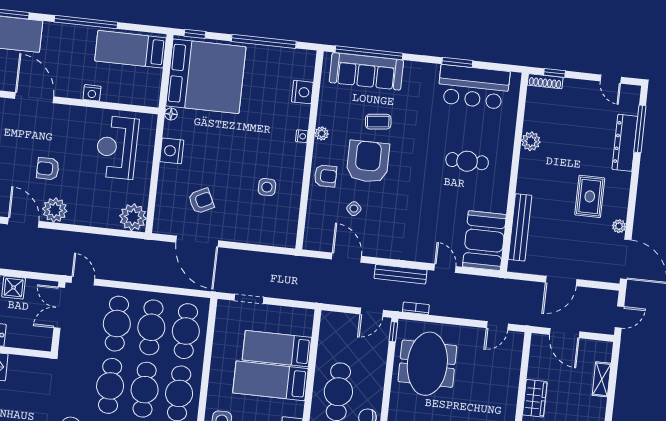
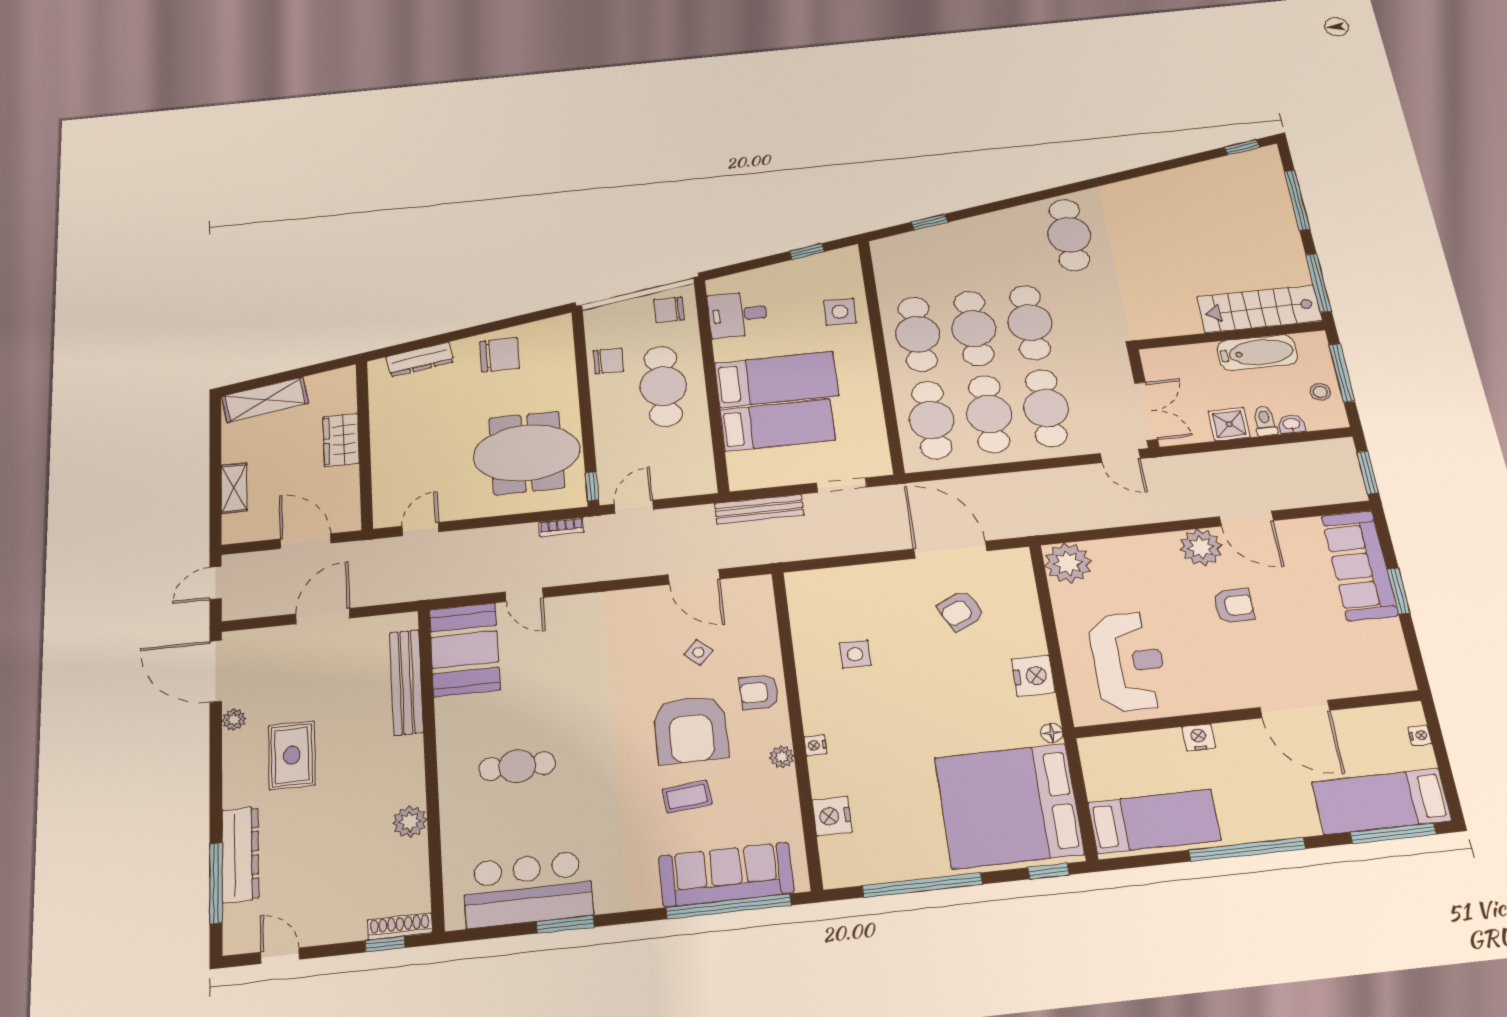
bench: (401, 274) -> (759, 509), moved
meeting table: (427, 364) -> (527, 453), turned 90

